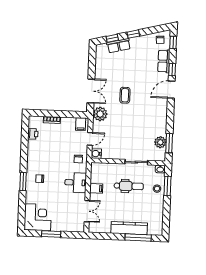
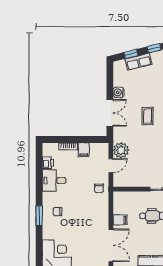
plant: (100, 114) -> (121, 150), moved
filing cabinet: (81, 124) -> (84, 150), moved
water cooler: (96, 154) -> (119, 92), moved
desk: (76, 183) -> (54, 180), moved, turned 180
double door: (87, 211) -> (111, 245), width x1.37

